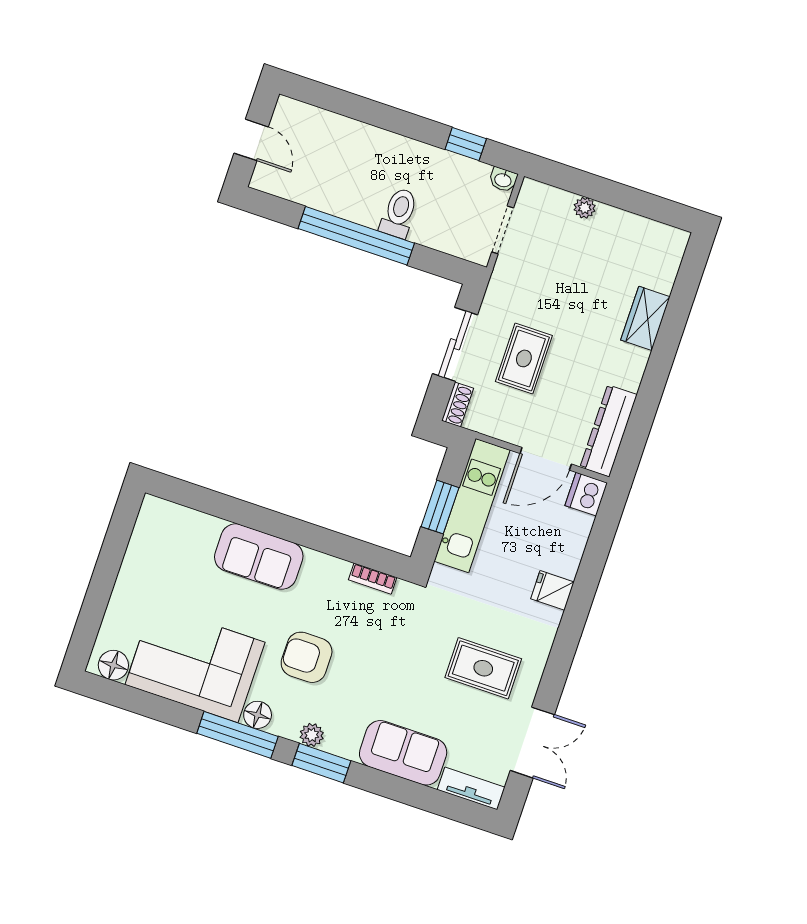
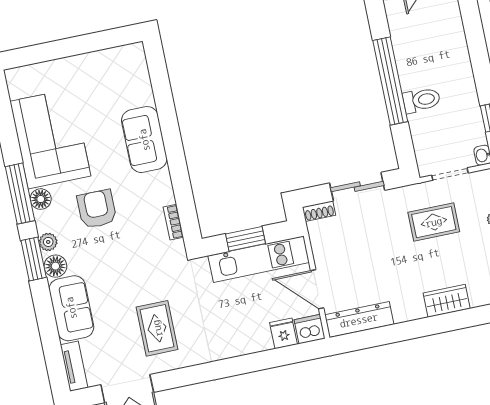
rug: (524, 358) -> (434, 222), moved
fridge: (552, 590) -> (283, 333), moved
floor lamp: (113, 665) -> (55, 266), moved

